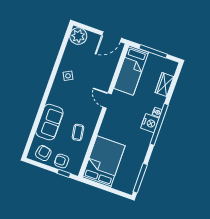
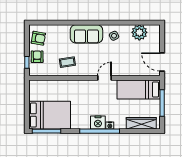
plant: (78, 36) -> (139, 32), moved
wardrobe: (164, 85) -> (141, 123), width x1.50
sofa: (49, 122) -> (86, 34), moved
bed: (104, 162) -> (50, 115), moved

